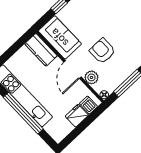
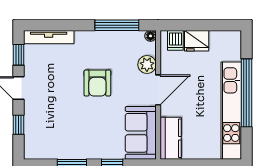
armchair: (102, 51) -> (97, 83), moved

